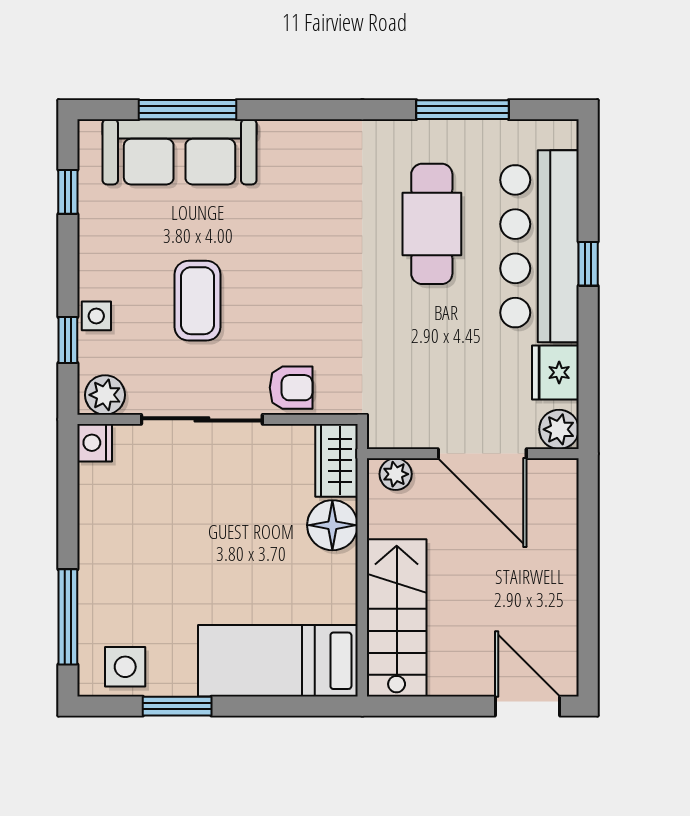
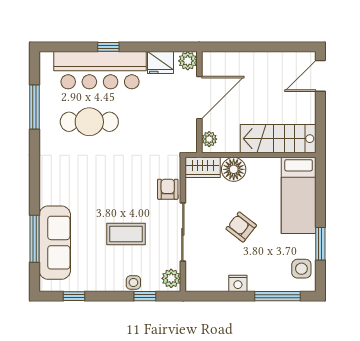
nightstand: (95, 443) -> (238, 283), moved
armchair: (212, 541) -> (241, 227), added

